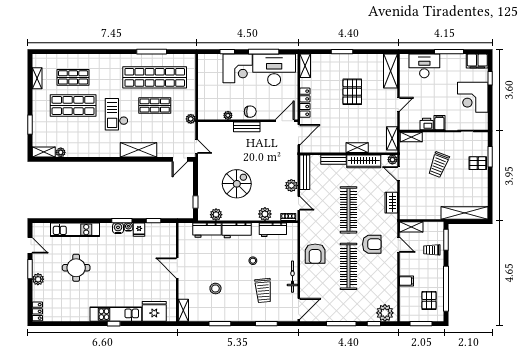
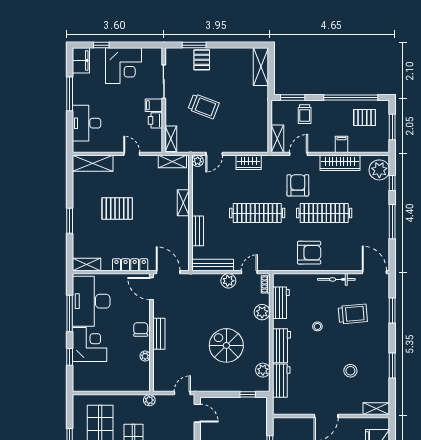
wardrobe: (364, 161) -> (340, 163), moved, turned 90
shelving: (465, 213) -> (261, 67), width x0.68

